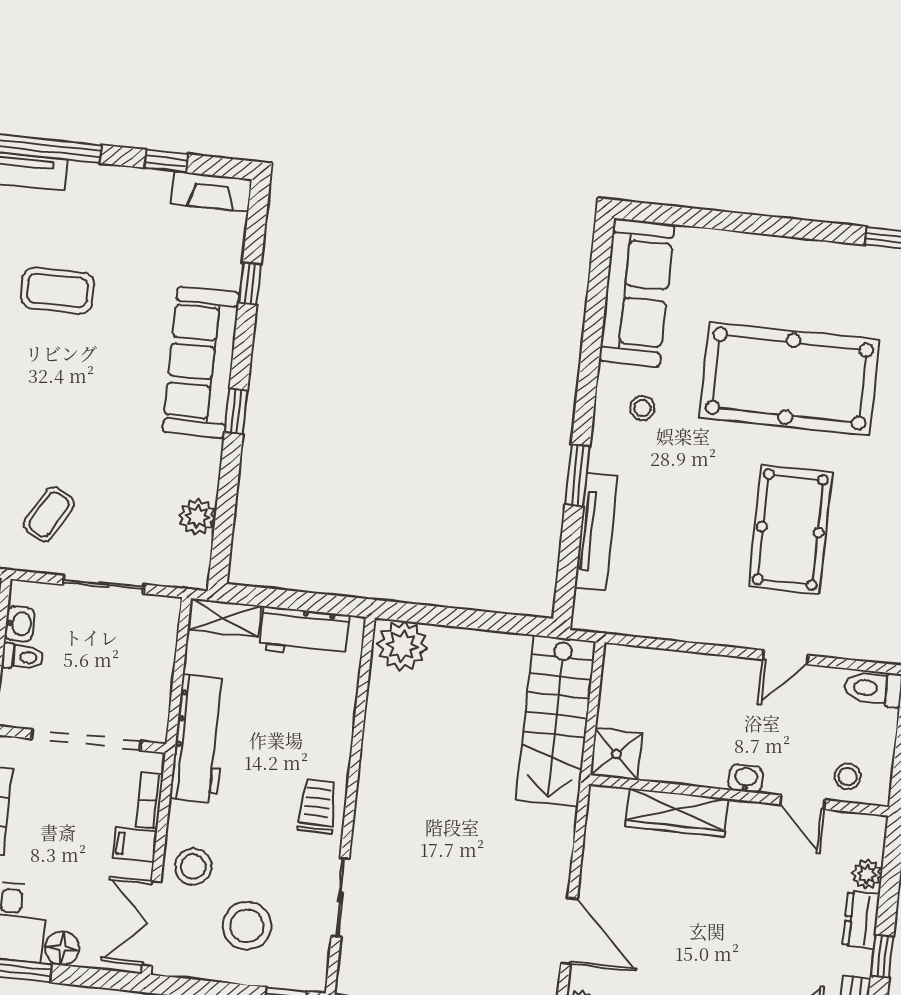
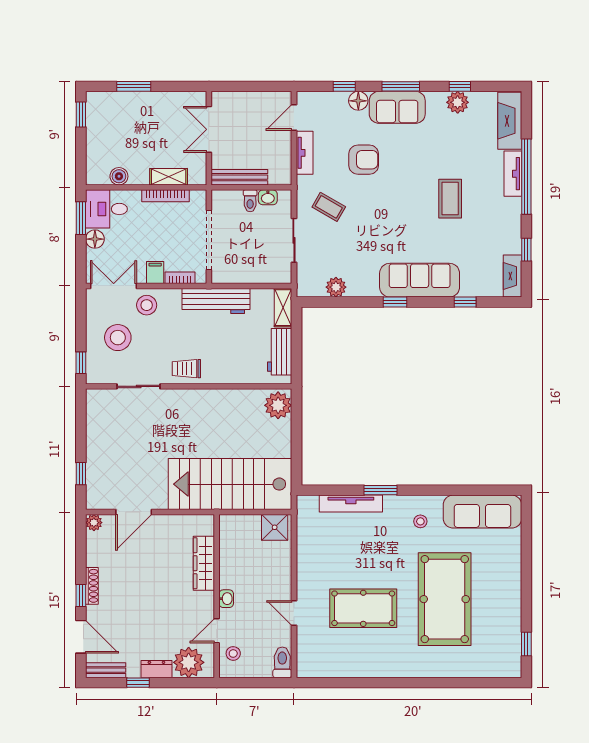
stairs: (556, 721) -> (230, 484), width x1.36, depth x1.51
shower: (616, 754) -> (275, 527), moved
trolley: (317, 806) -> (186, 369), turned 180
plant: (867, 874) -> (189, 662), width x1.88, depth x1.88

